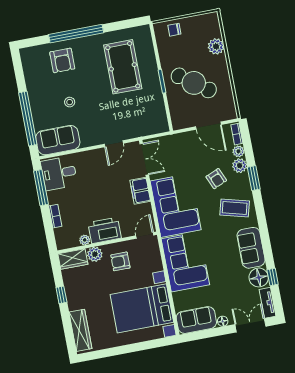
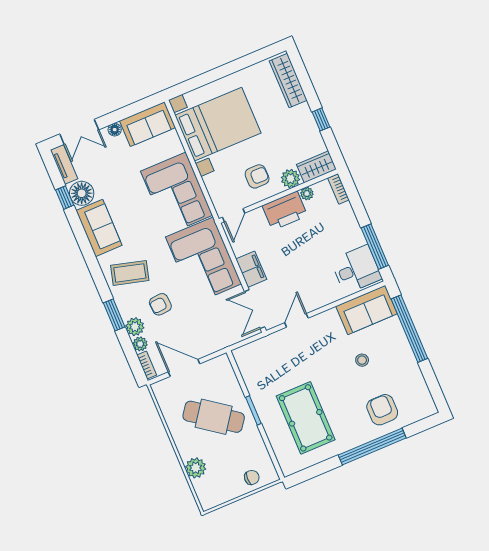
armchair: (216, 179) -> (160, 304), turned -71
bookcase: (55, 216) -> (338, 189), moved

